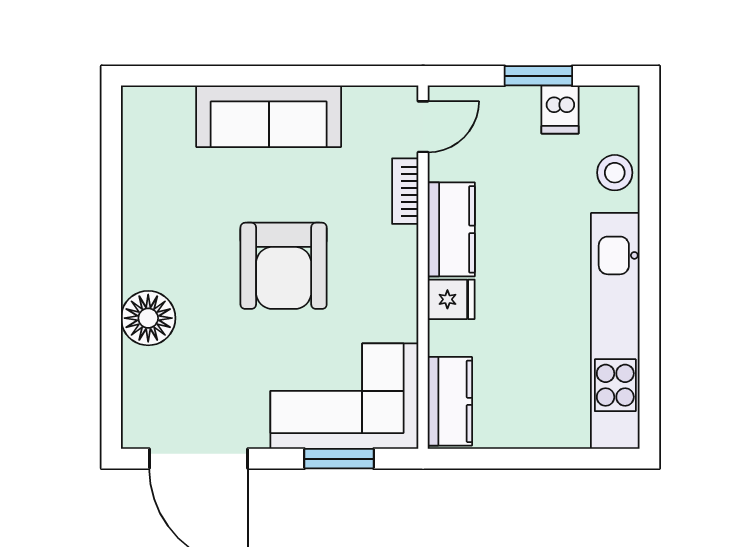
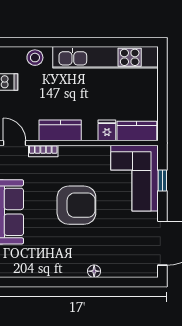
fridge: (451, 299) -> (107, 130), moved
floor lamp: (148, 318) -> (94, 271), width x0.53, depth x0.53
window: (339, 459) -> (162, 180), width x0.67

